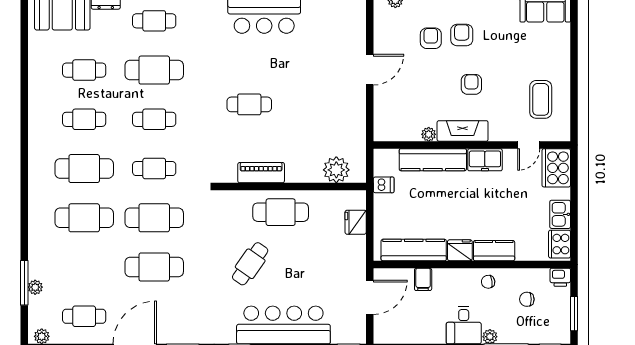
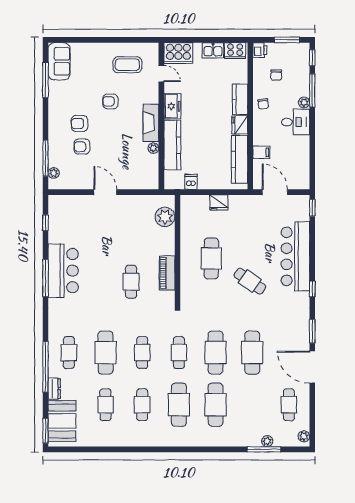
armchair: (471, 84) -> (110, 101), moved
plant: (336, 170) -> (165, 217), moved
piano: (261, 173) -> (167, 273), moved
wall: (292, 187) -> (178, 250), moved

